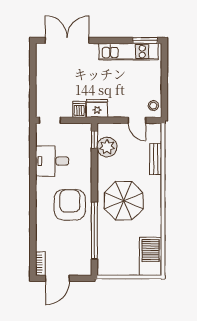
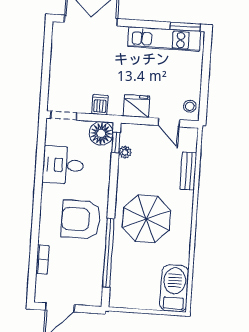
fridge: (97, 108) -> (137, 106), moved
floor lamp: (82, 133) -> (101, 133), added
plant: (107, 147) -> (125, 152), width x0.53, depth x0.53
armchair: (70, 205) -> (81, 219), turned -90
bookcase: (40, 264) -> (42, 259), moved

